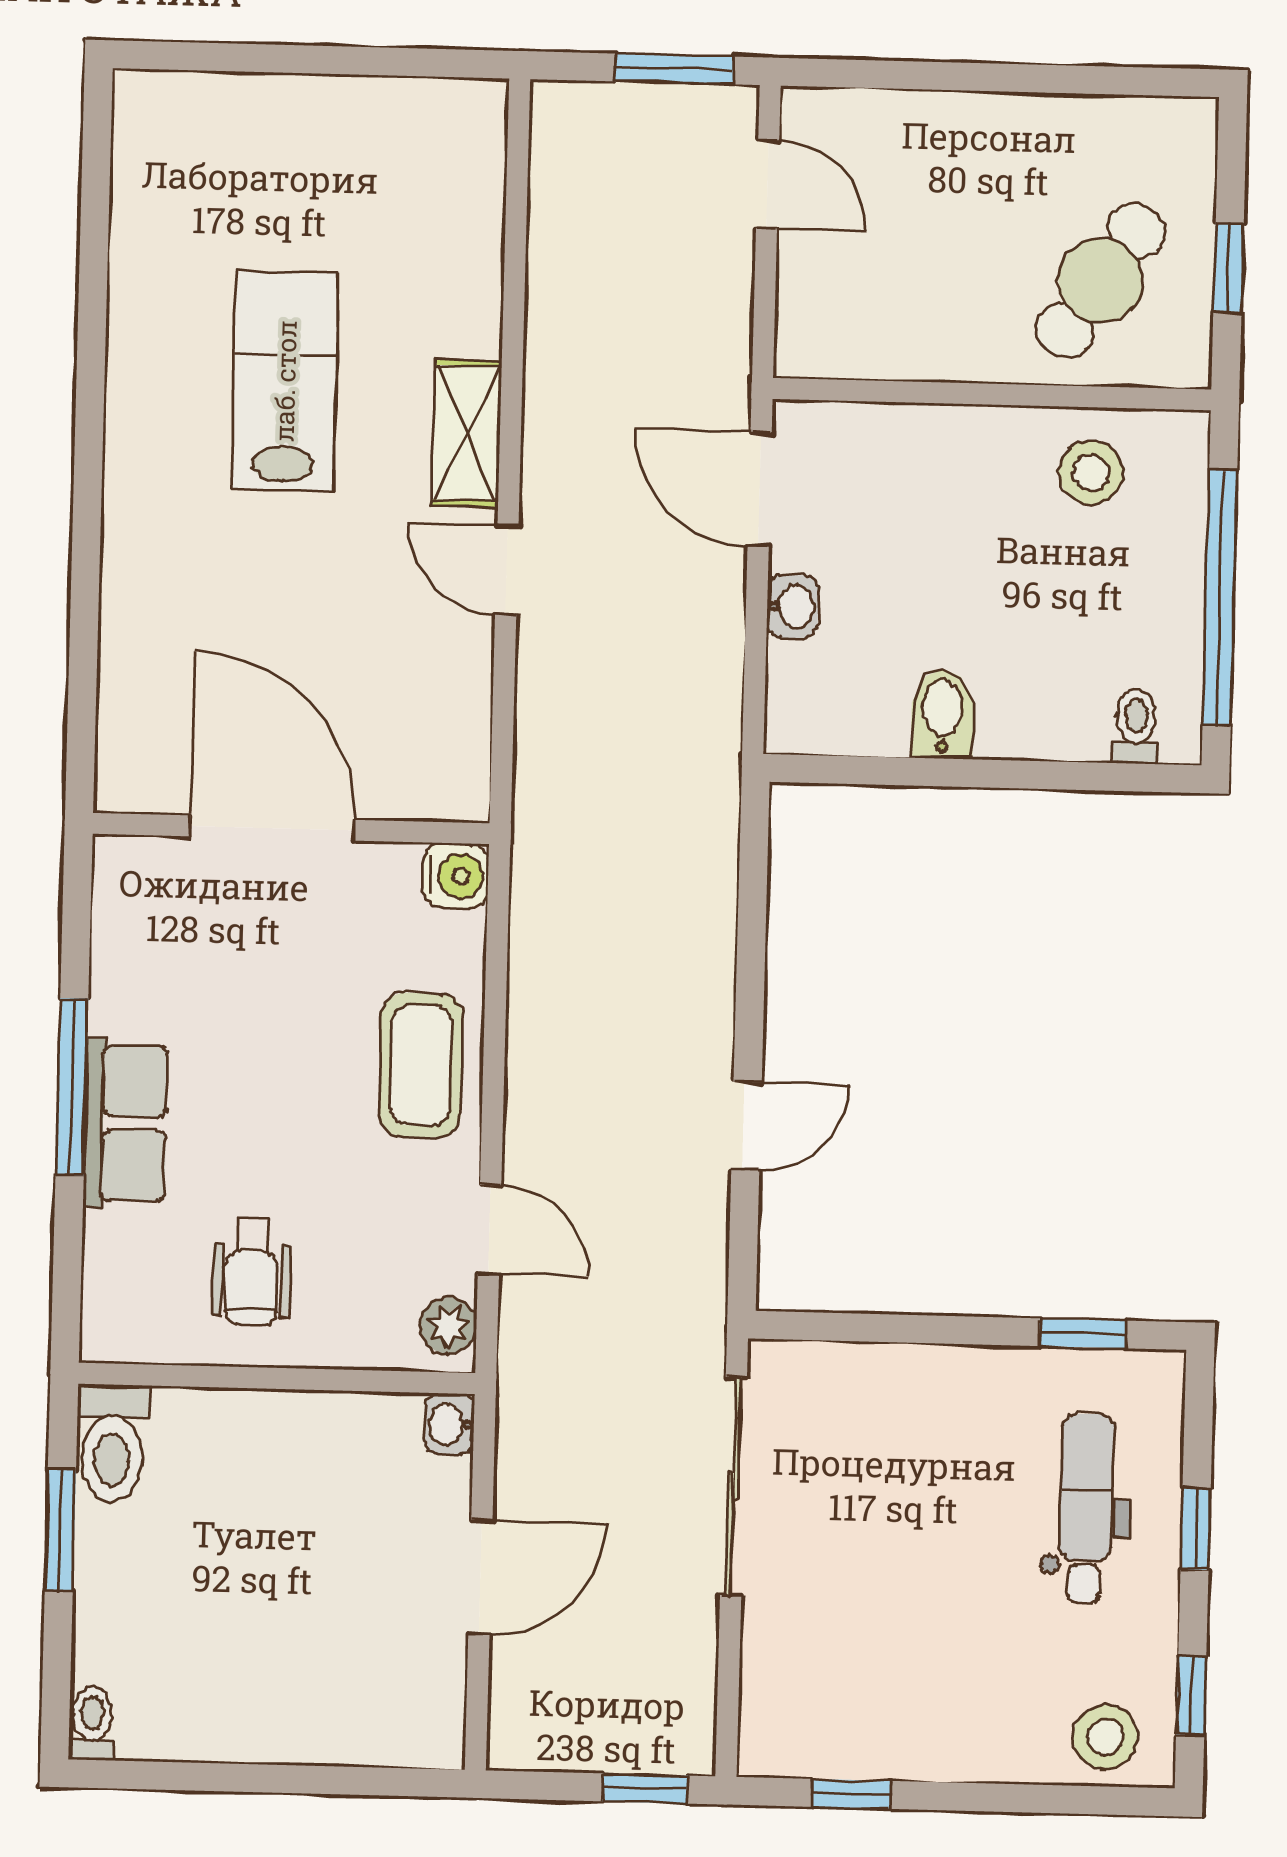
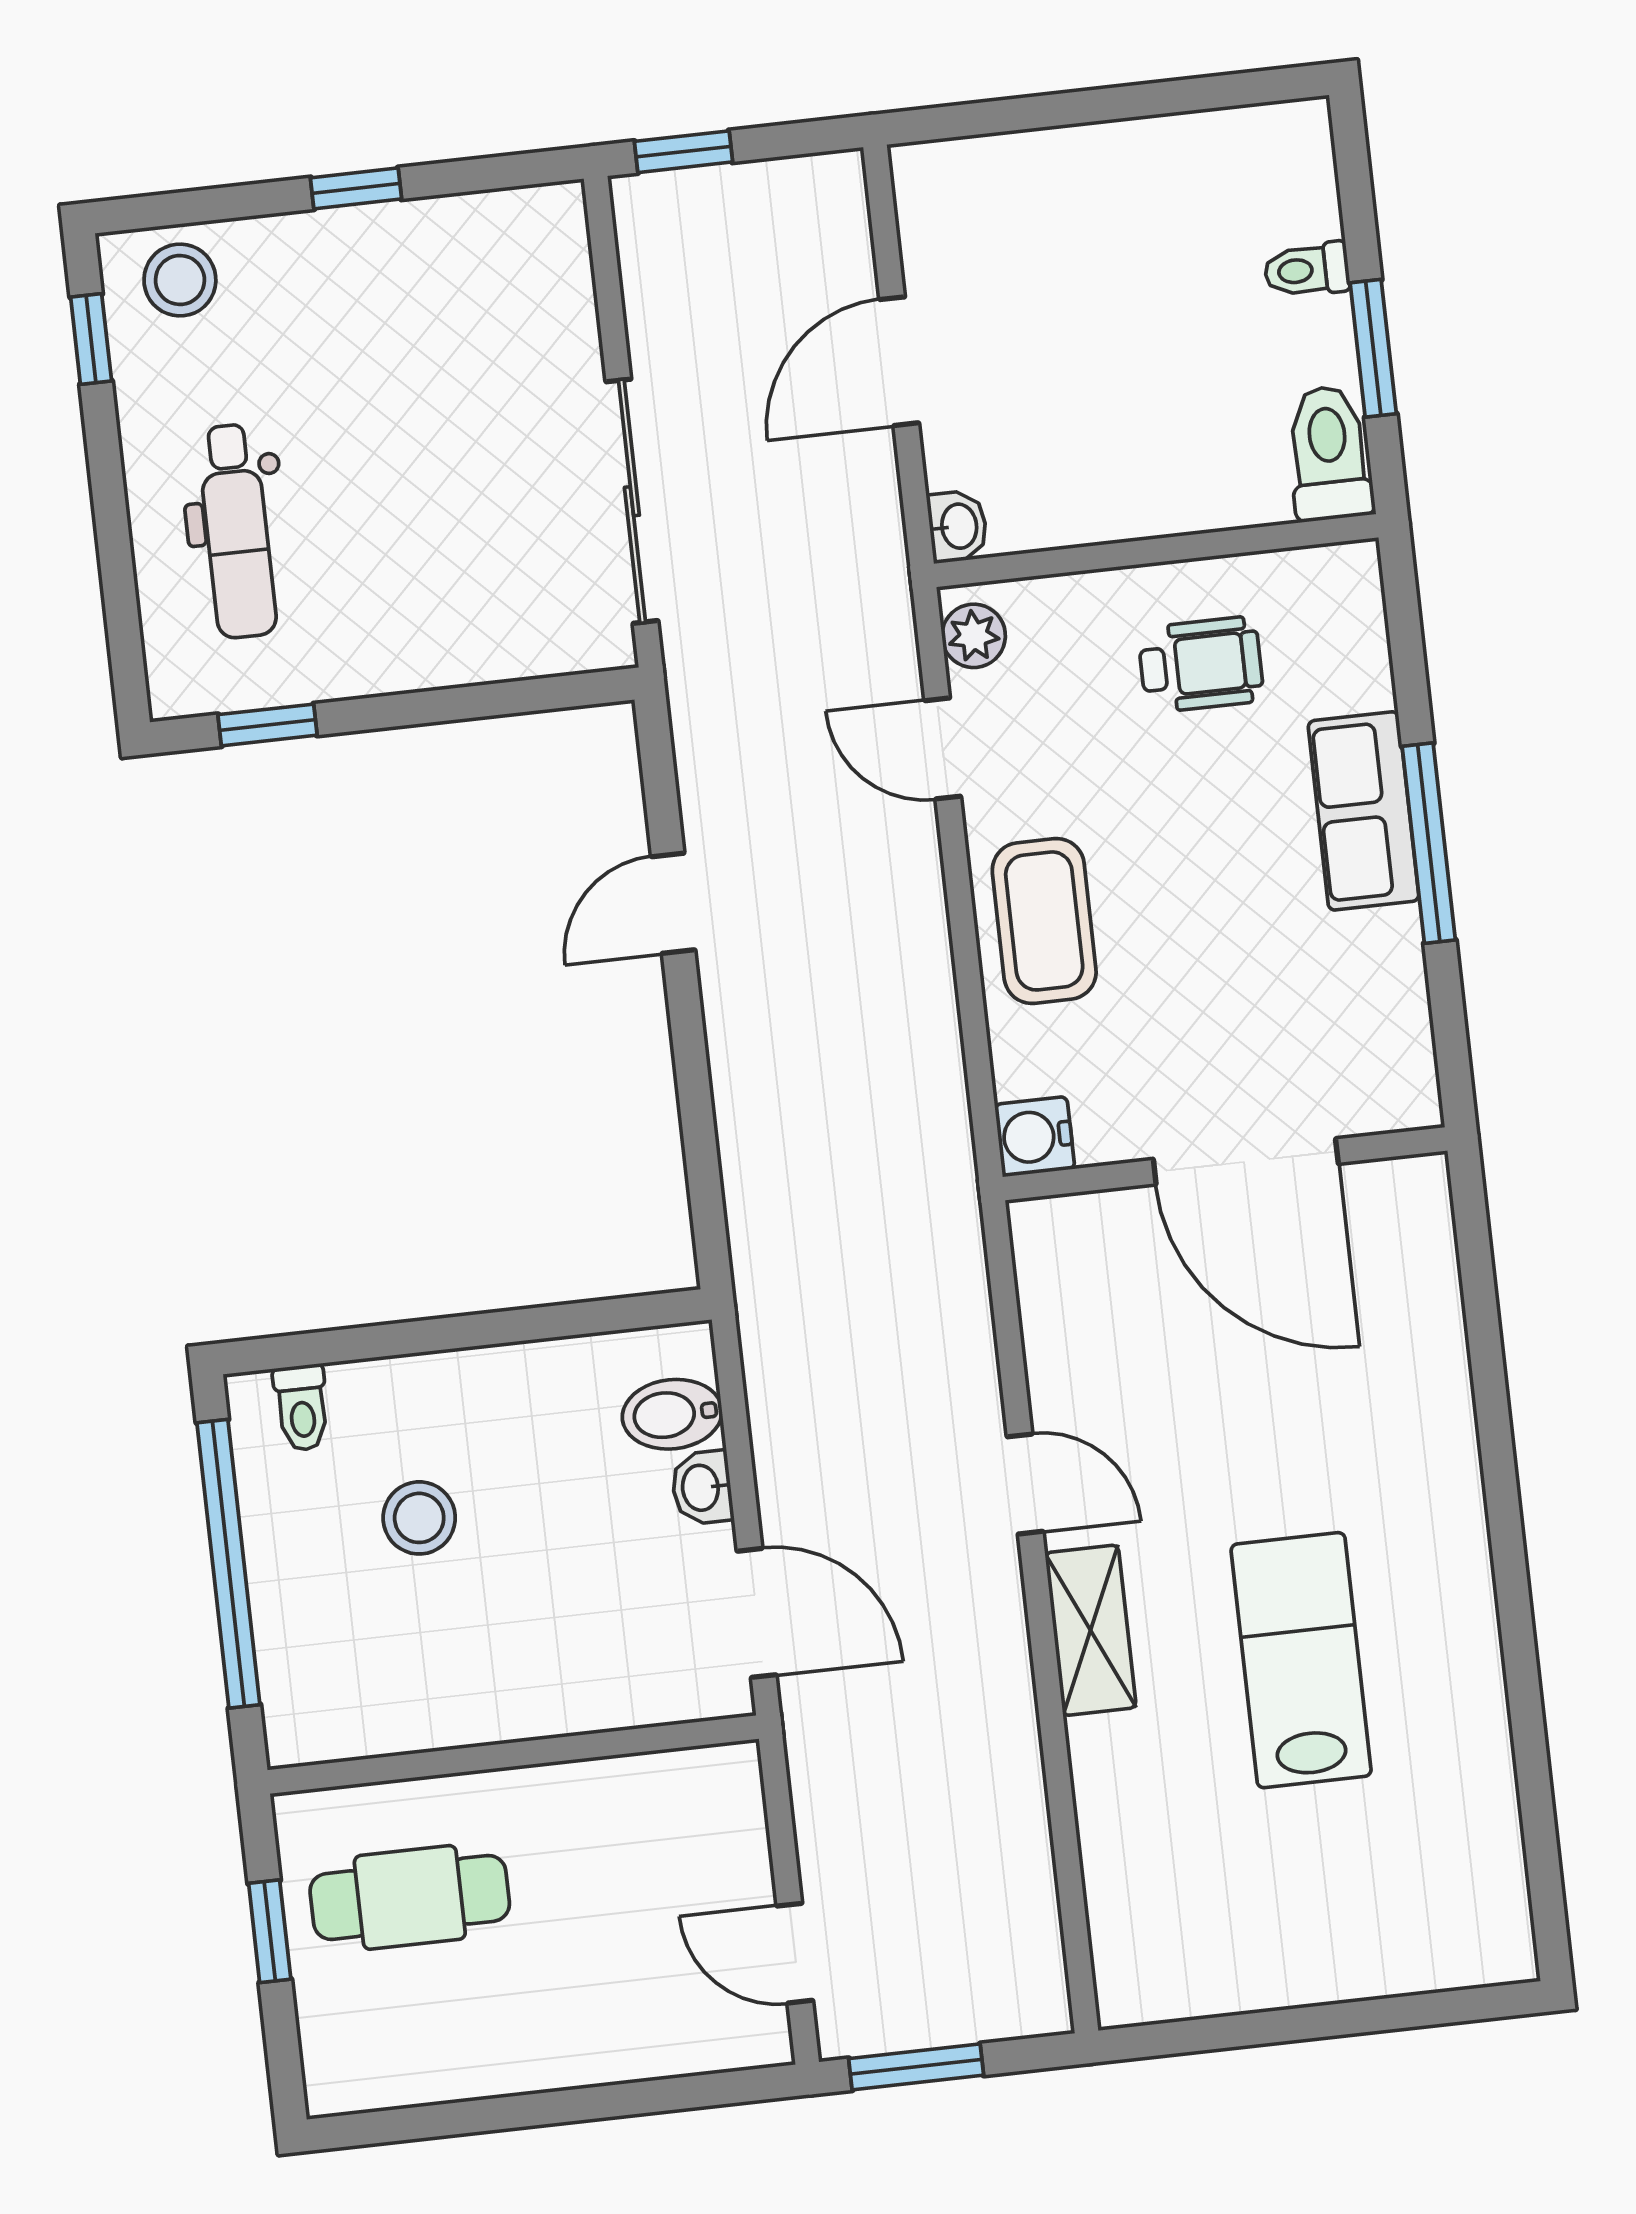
cafe table: (1101, 281) -> (410, 1897), turned 56
lab bench: (285, 381) -> (1301, 1660), turned 180
stool: (1091, 472) -> (419, 1518), moved
bidet: (943, 714) -> (672, 1414), moved, turned 90
wheelchair: (251, 1272) -> (1201, 665), turned 90
window: (1196, 1529) -> (112, 525), removed
toilet: (92, 1723) -> (1307, 270), moved, turned 90
window: (851, 1794) -> (356, 188), moved

